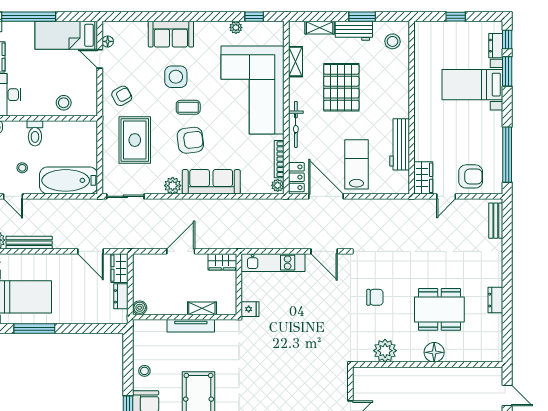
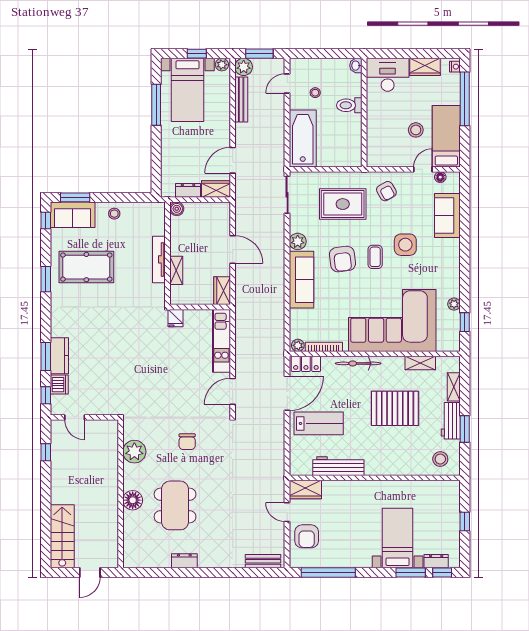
sofa: (171, 34) -> (447, 215), moved
stool: (64, 103) -> (416, 130), moved

